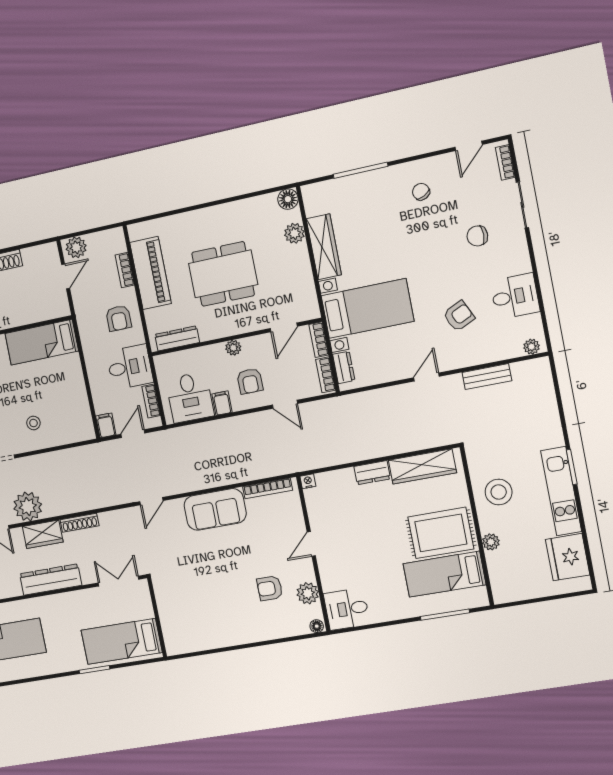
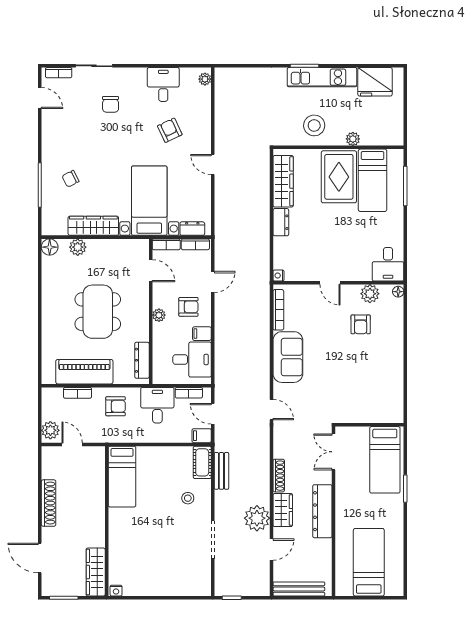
chair: (421, 192) -> (71, 179), moved
bench: (487, 377) -> (221, 471), moved
cot: (76, 432) -> (202, 462), added

